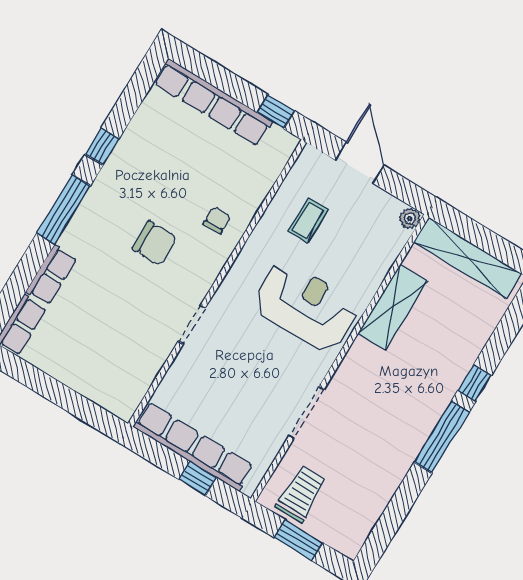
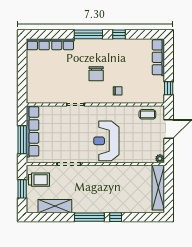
row of seats: (213, 102) -> (158, 57), width x0.73
coffee table: (308, 220) -> (147, 114), moved
reception desk: (306, 306) -> (106, 141), turned 180
shelving: (392, 308) -> (55, 206), moved
window: (198, 479) -> (22, 140), width x2.17

